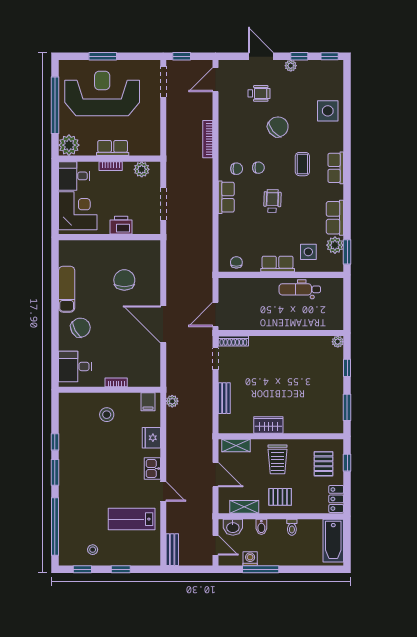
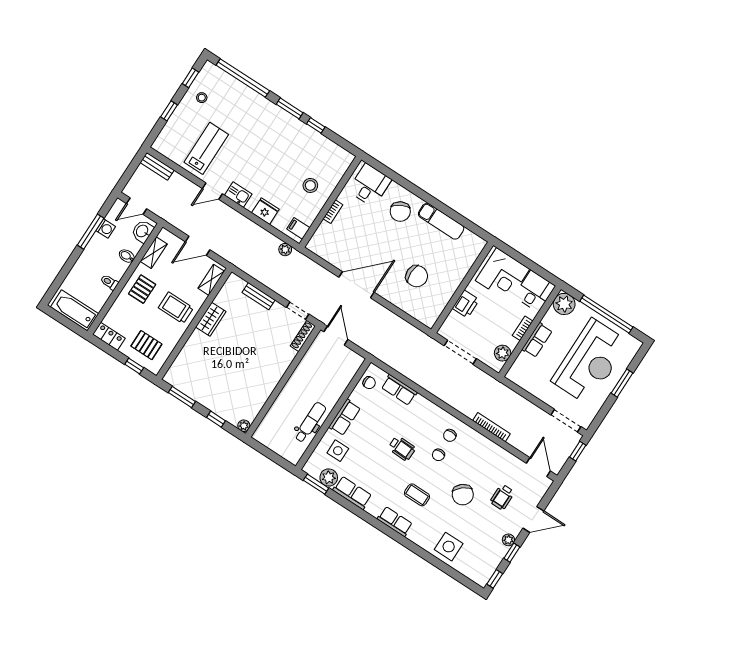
row of seats: (226, 197) -> (399, 390), moved

